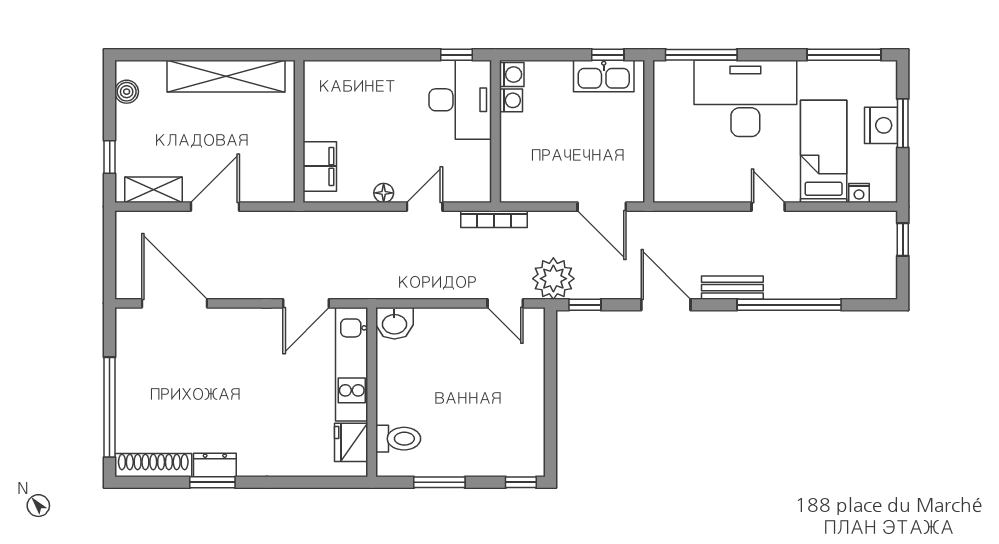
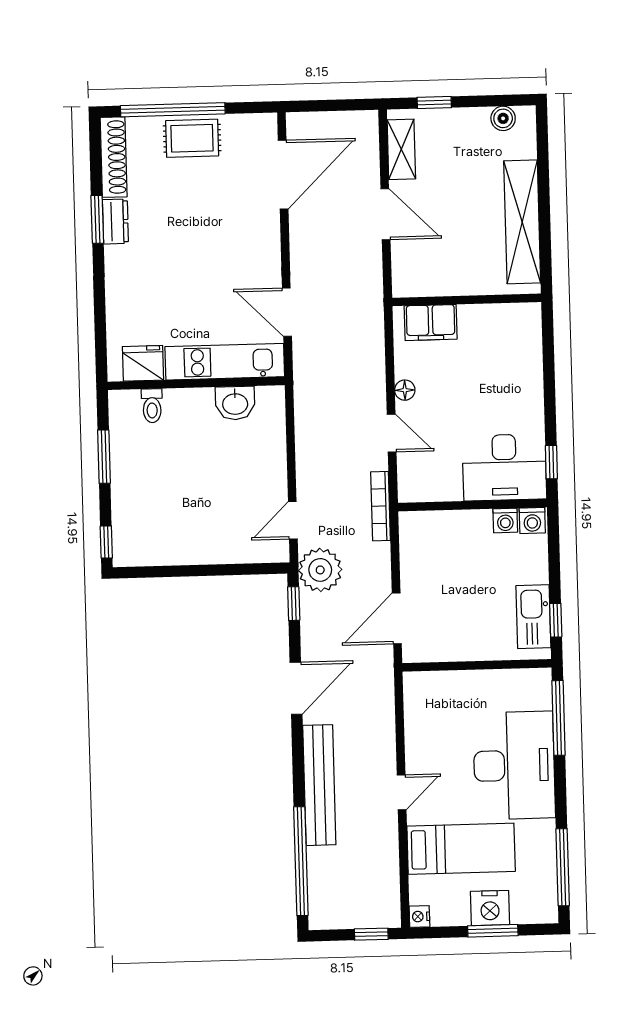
nightstand: (859, 193) -> (419, 916), moved
bench: (732, 288) -> (319, 785), width x1.86, depth x1.21
window: (789, 305) -> (301, 861), moved
washbasin: (394, 323) -> (235, 403), moved, turned -90
rug: (137, 389) -> (192, 138), added
toilet: (398, 439) -> (152, 406), width x0.73, depth x0.72

